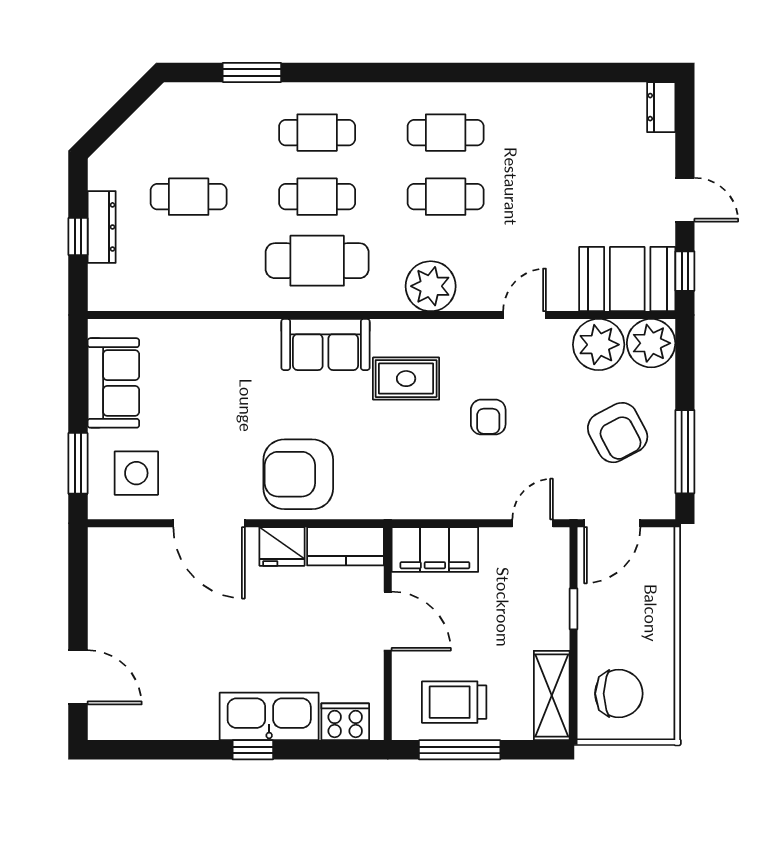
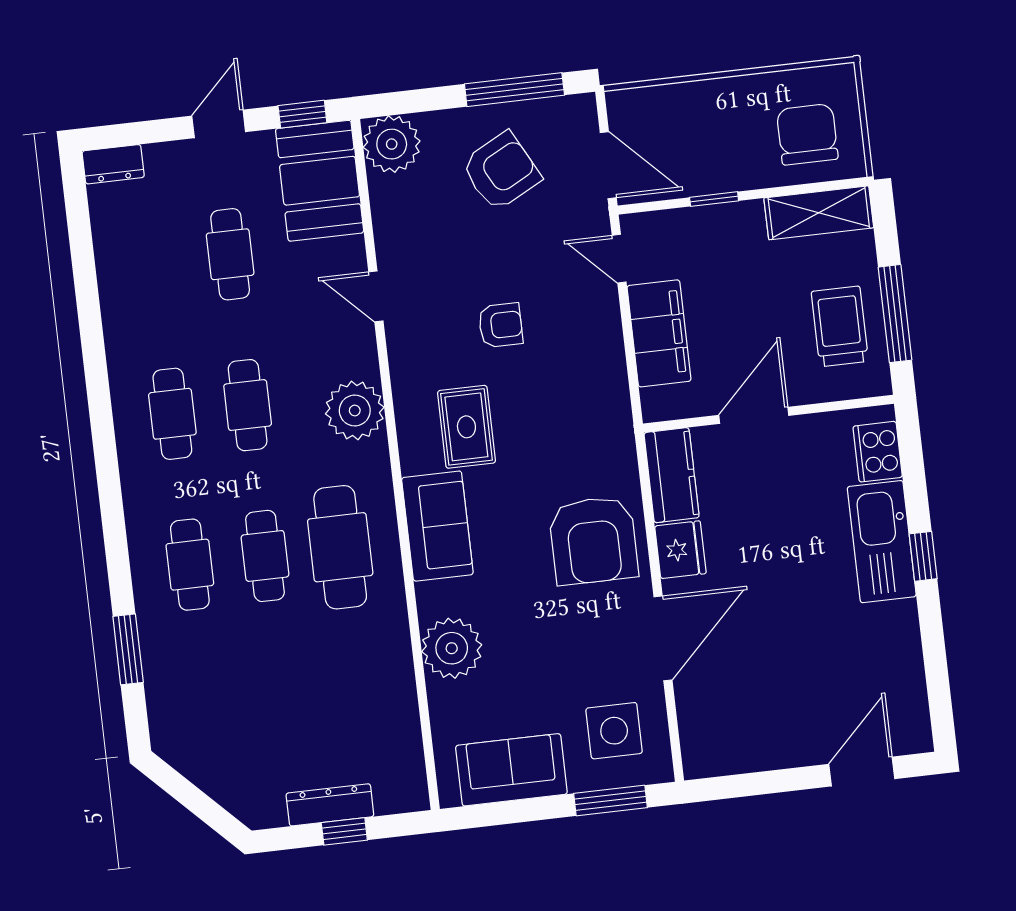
cafe table: (189, 197) -> (230, 254), moved
plant: (599, 345) -> (452, 648), moved
filing cabinet: (435, 549) -> (659, 333), moved
trolley: (454, 702) -> (840, 326), turned 180

